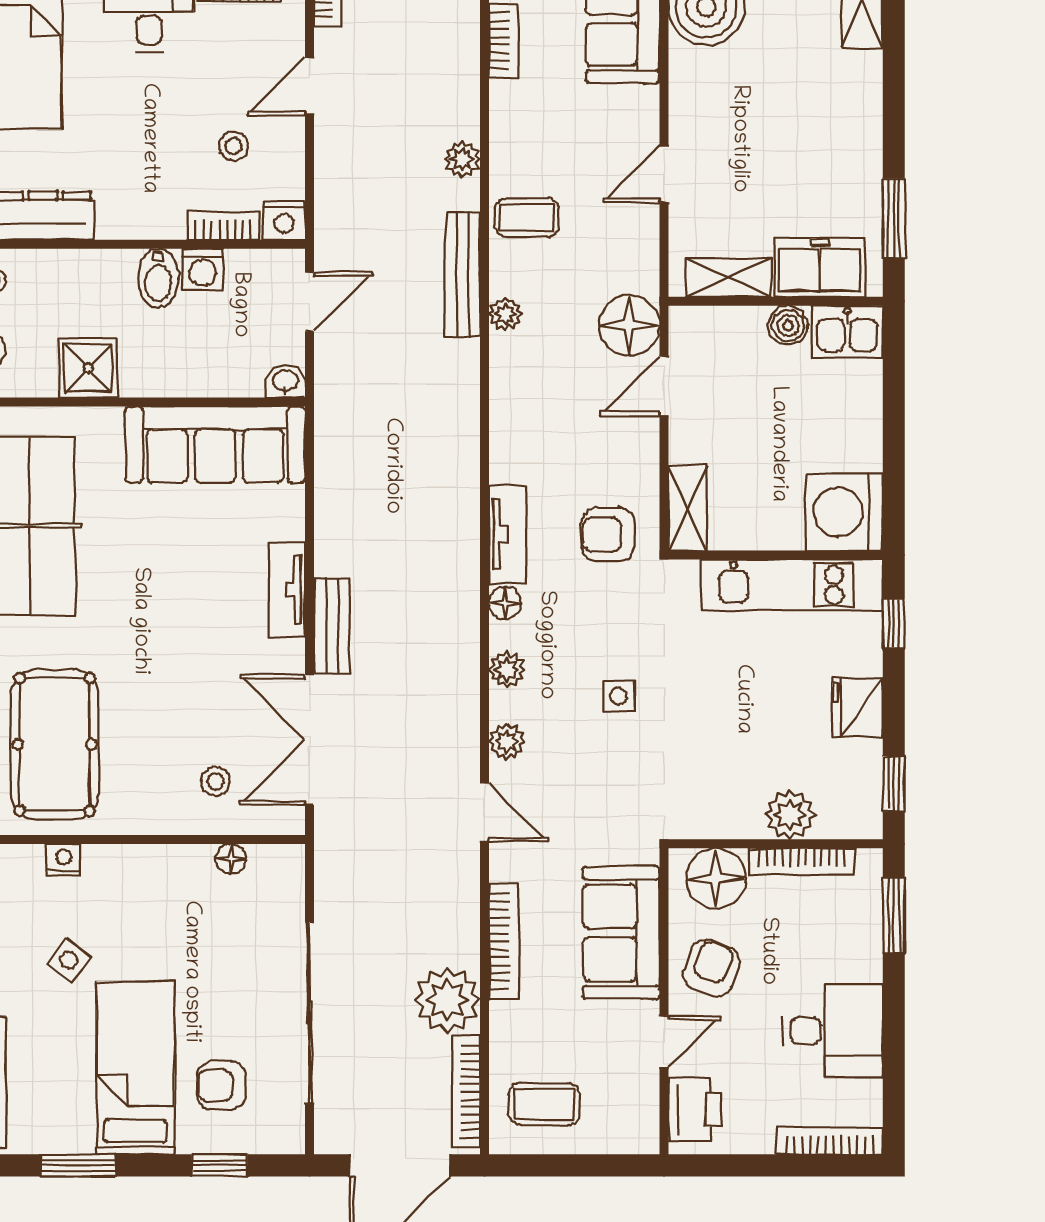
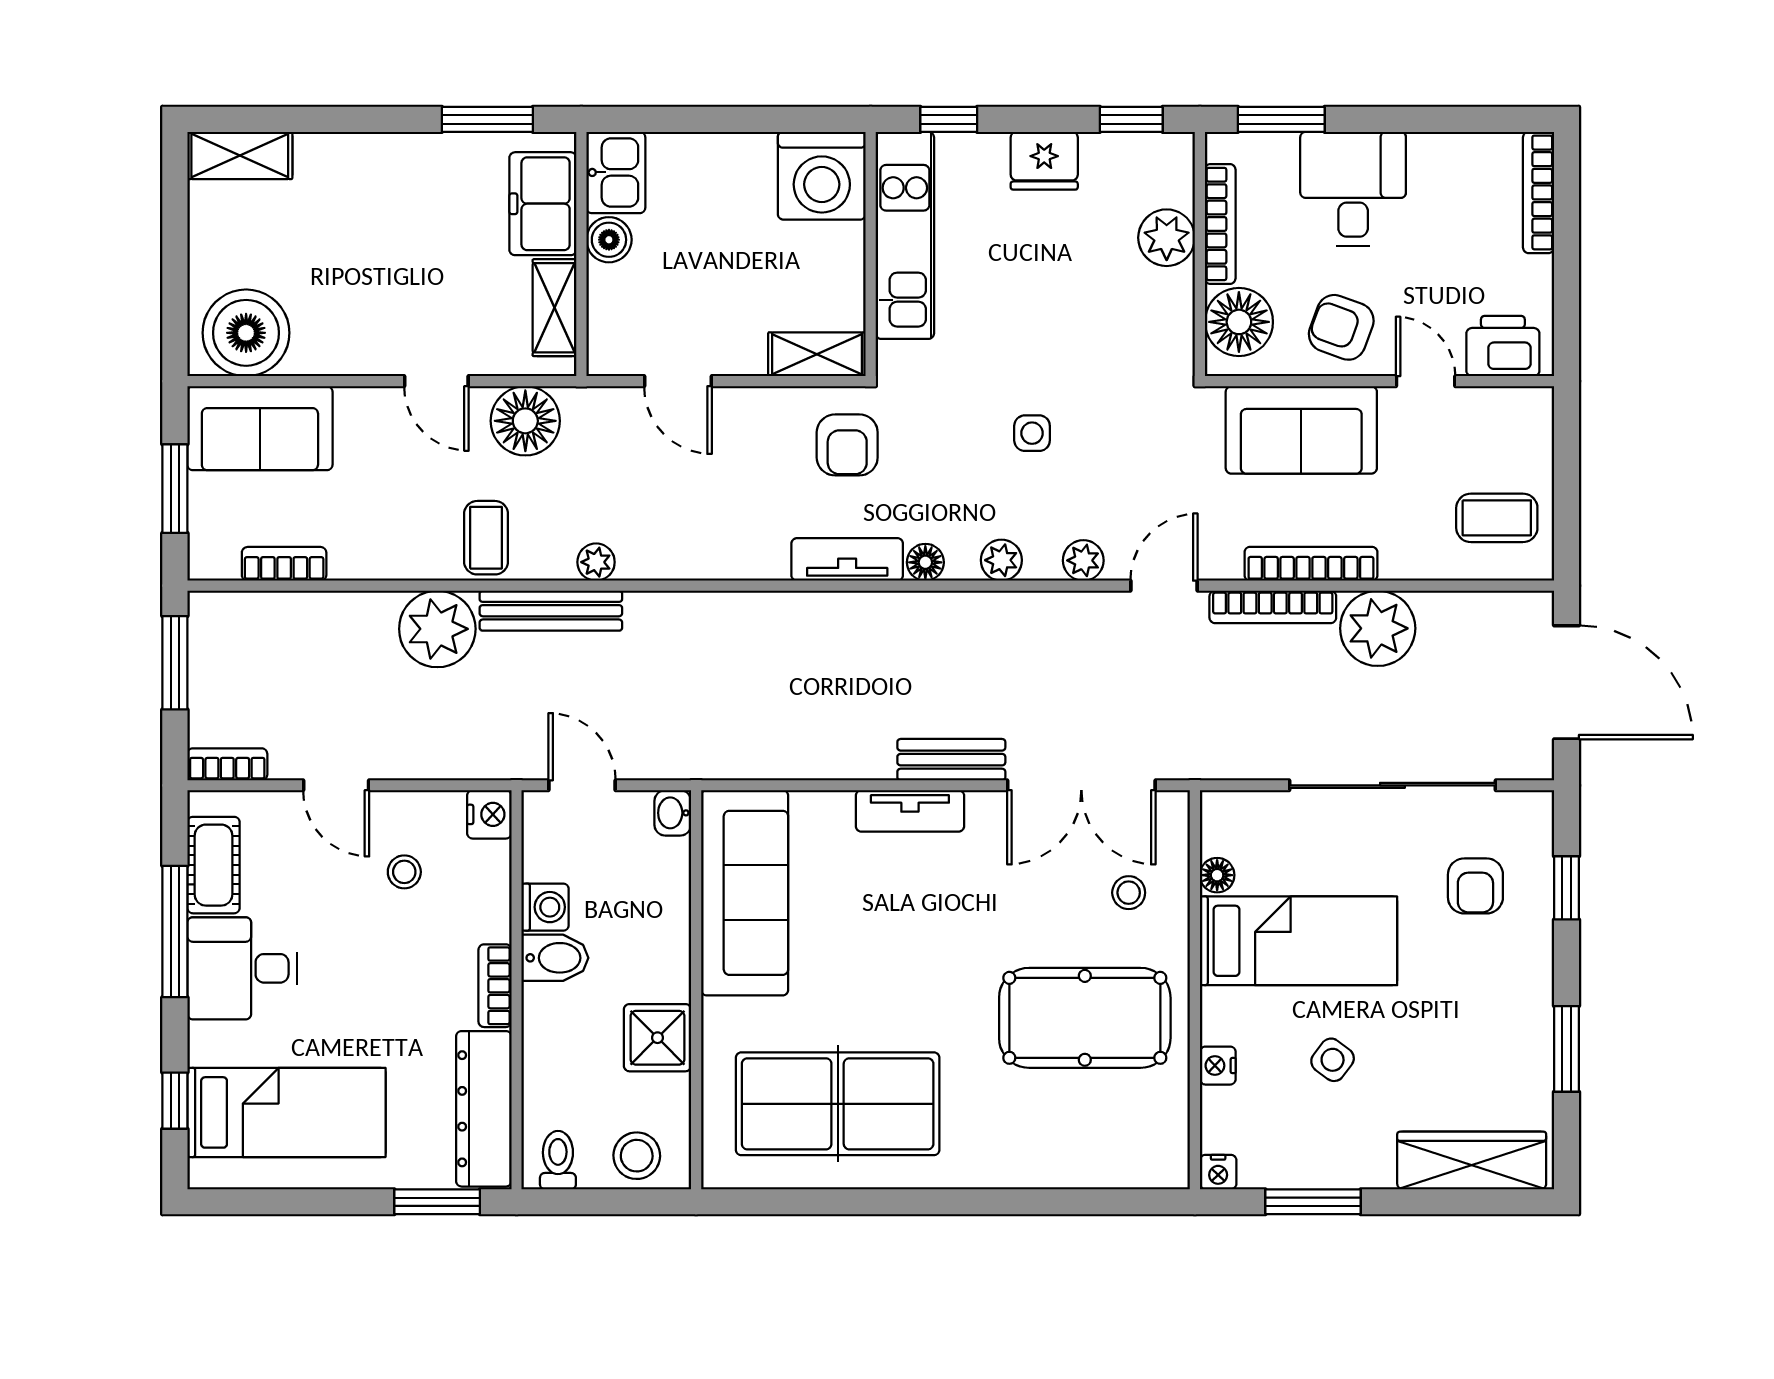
plant: (462, 159) -> (437, 629), width x1.87, depth x1.87
bookcase: (223, 225) -> (495, 986), moved
floor lamp: (629, 325) -> (525, 421), moved
pool table: (55, 744) -> (1085, 1018), moved
desk: (833, 1031) -> (1353, 189), moved
bed: (135, 1068) -> (1299, 941), moved, turned 180
bookcase: (466, 1092) -> (1273, 607), moved
coffee table: (544, 1104) -> (1497, 518), turned 90

